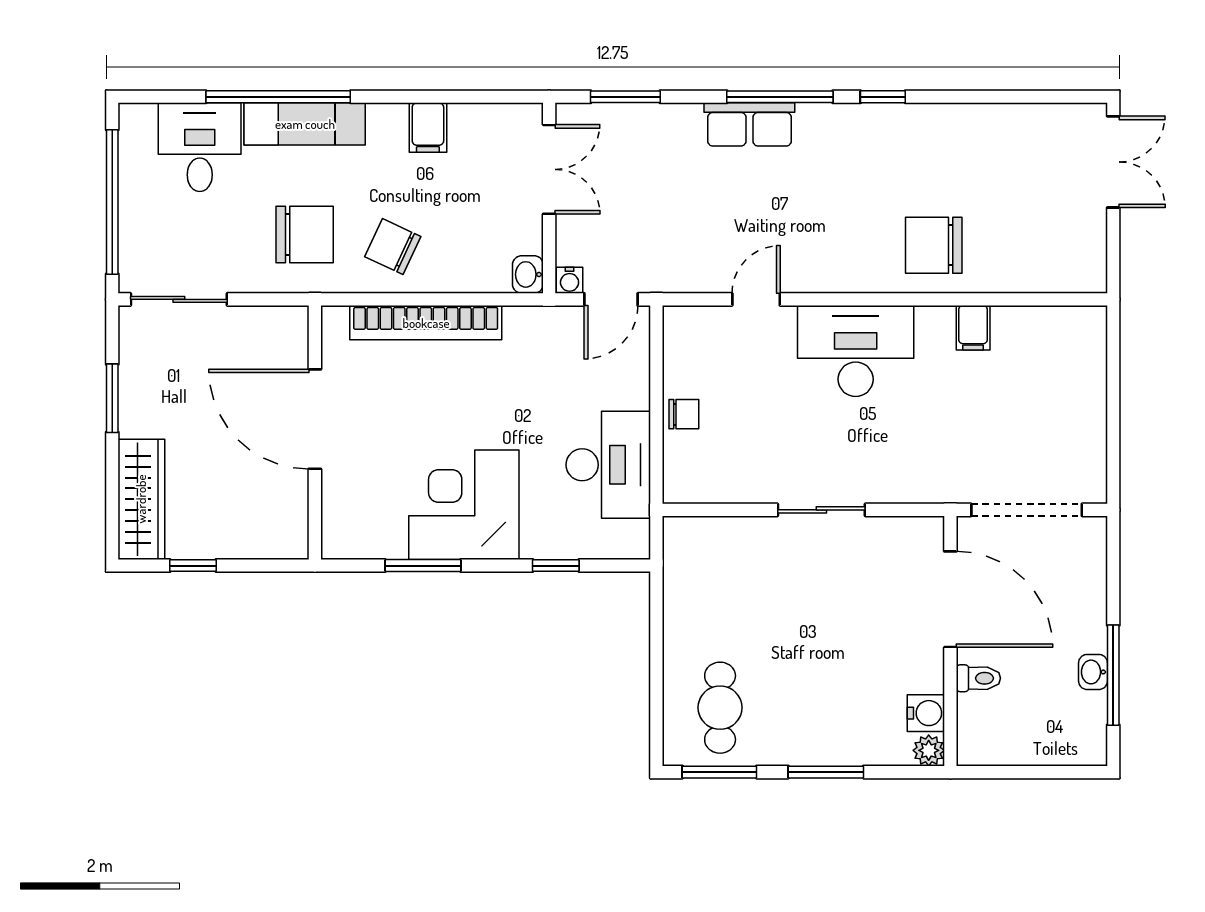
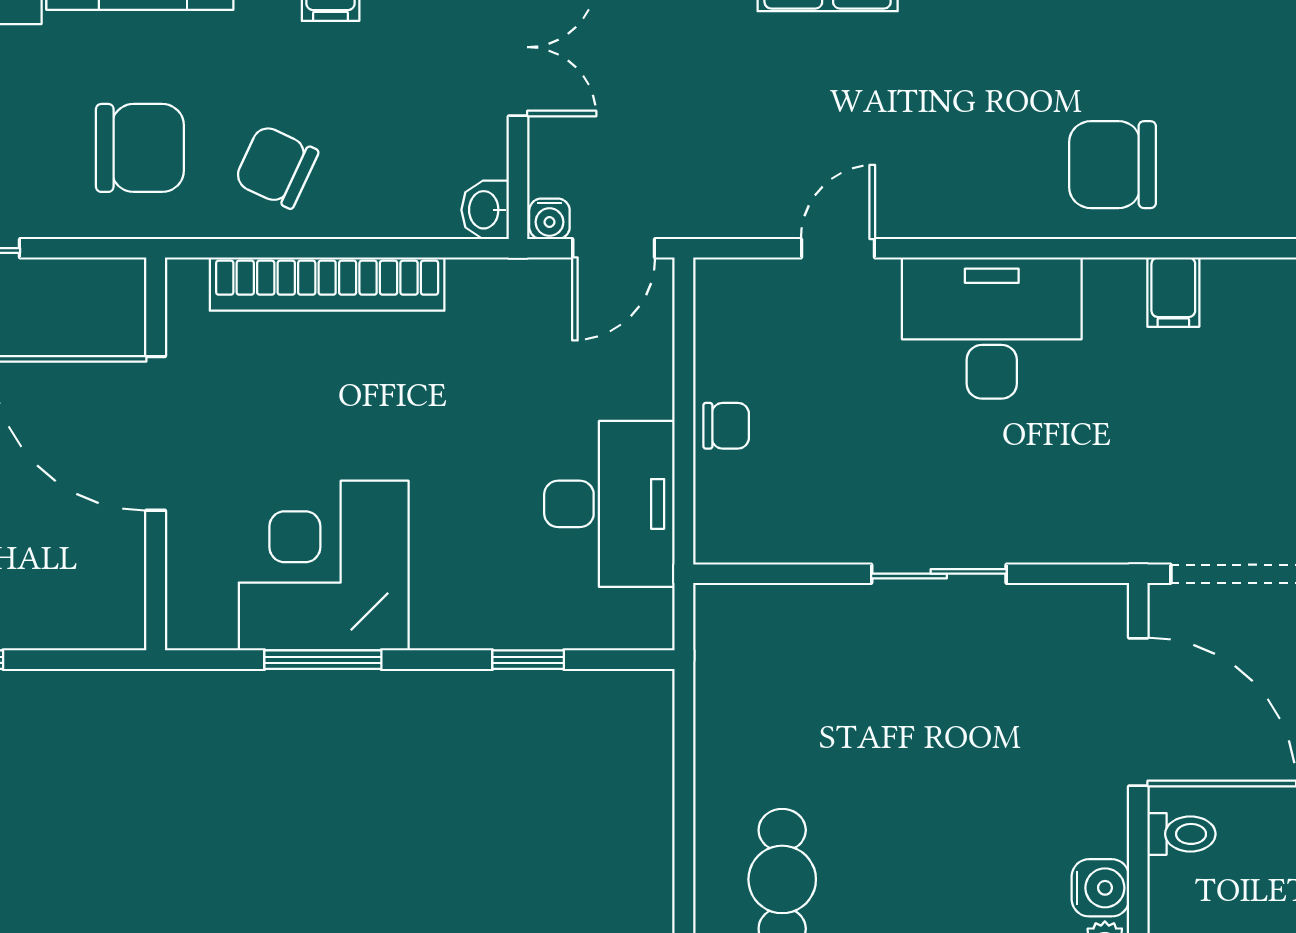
corner desk: (464, 505) -> (324, 566), moved

